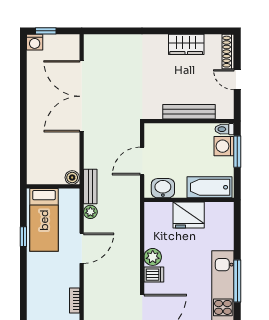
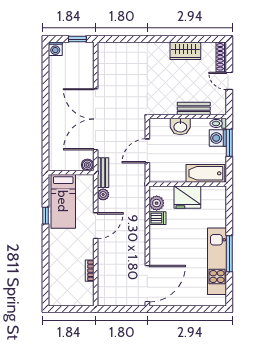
window: (46, 31) -> (77, 39), moved
double door: (82, 96) -> (96, 119), moved
bench: (189, 112) -> (194, 109), width x0.73
washbasin: (163, 188) -> (180, 127), moved, turned 180
plant: (153, 257) -> (157, 203), moved
dishwasher: (154, 275) -> (158, 218), moved

